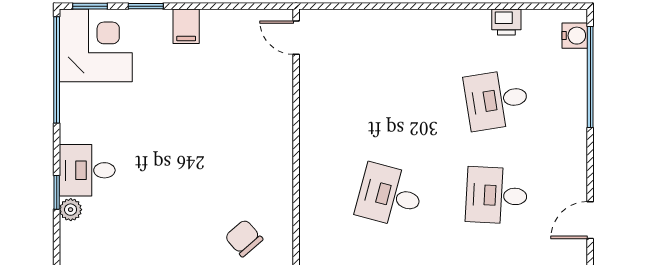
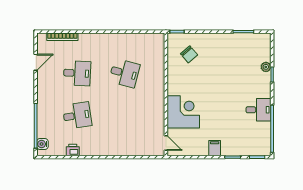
corner desk: (96, 45) -> (183, 112), moved, turned 180
desk: (87, 170) -> (258, 110), moved

